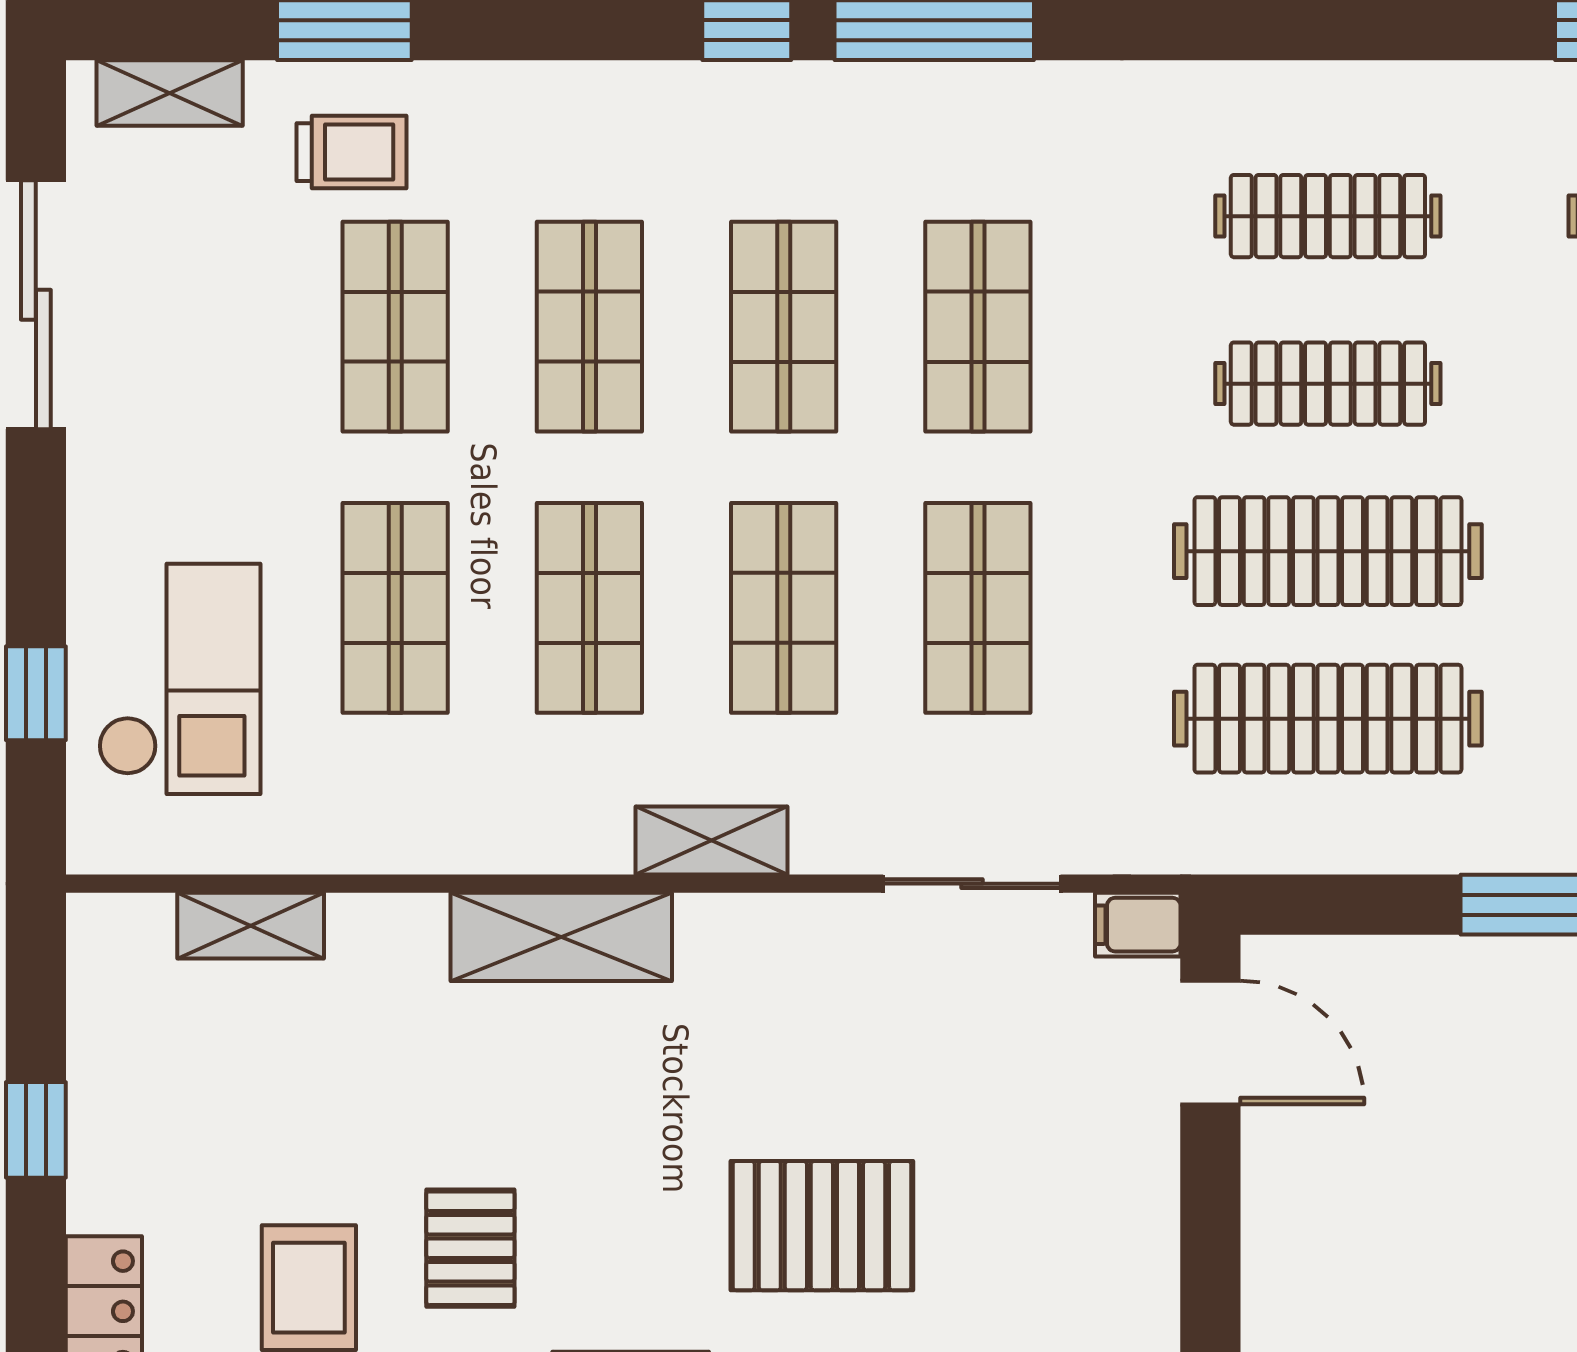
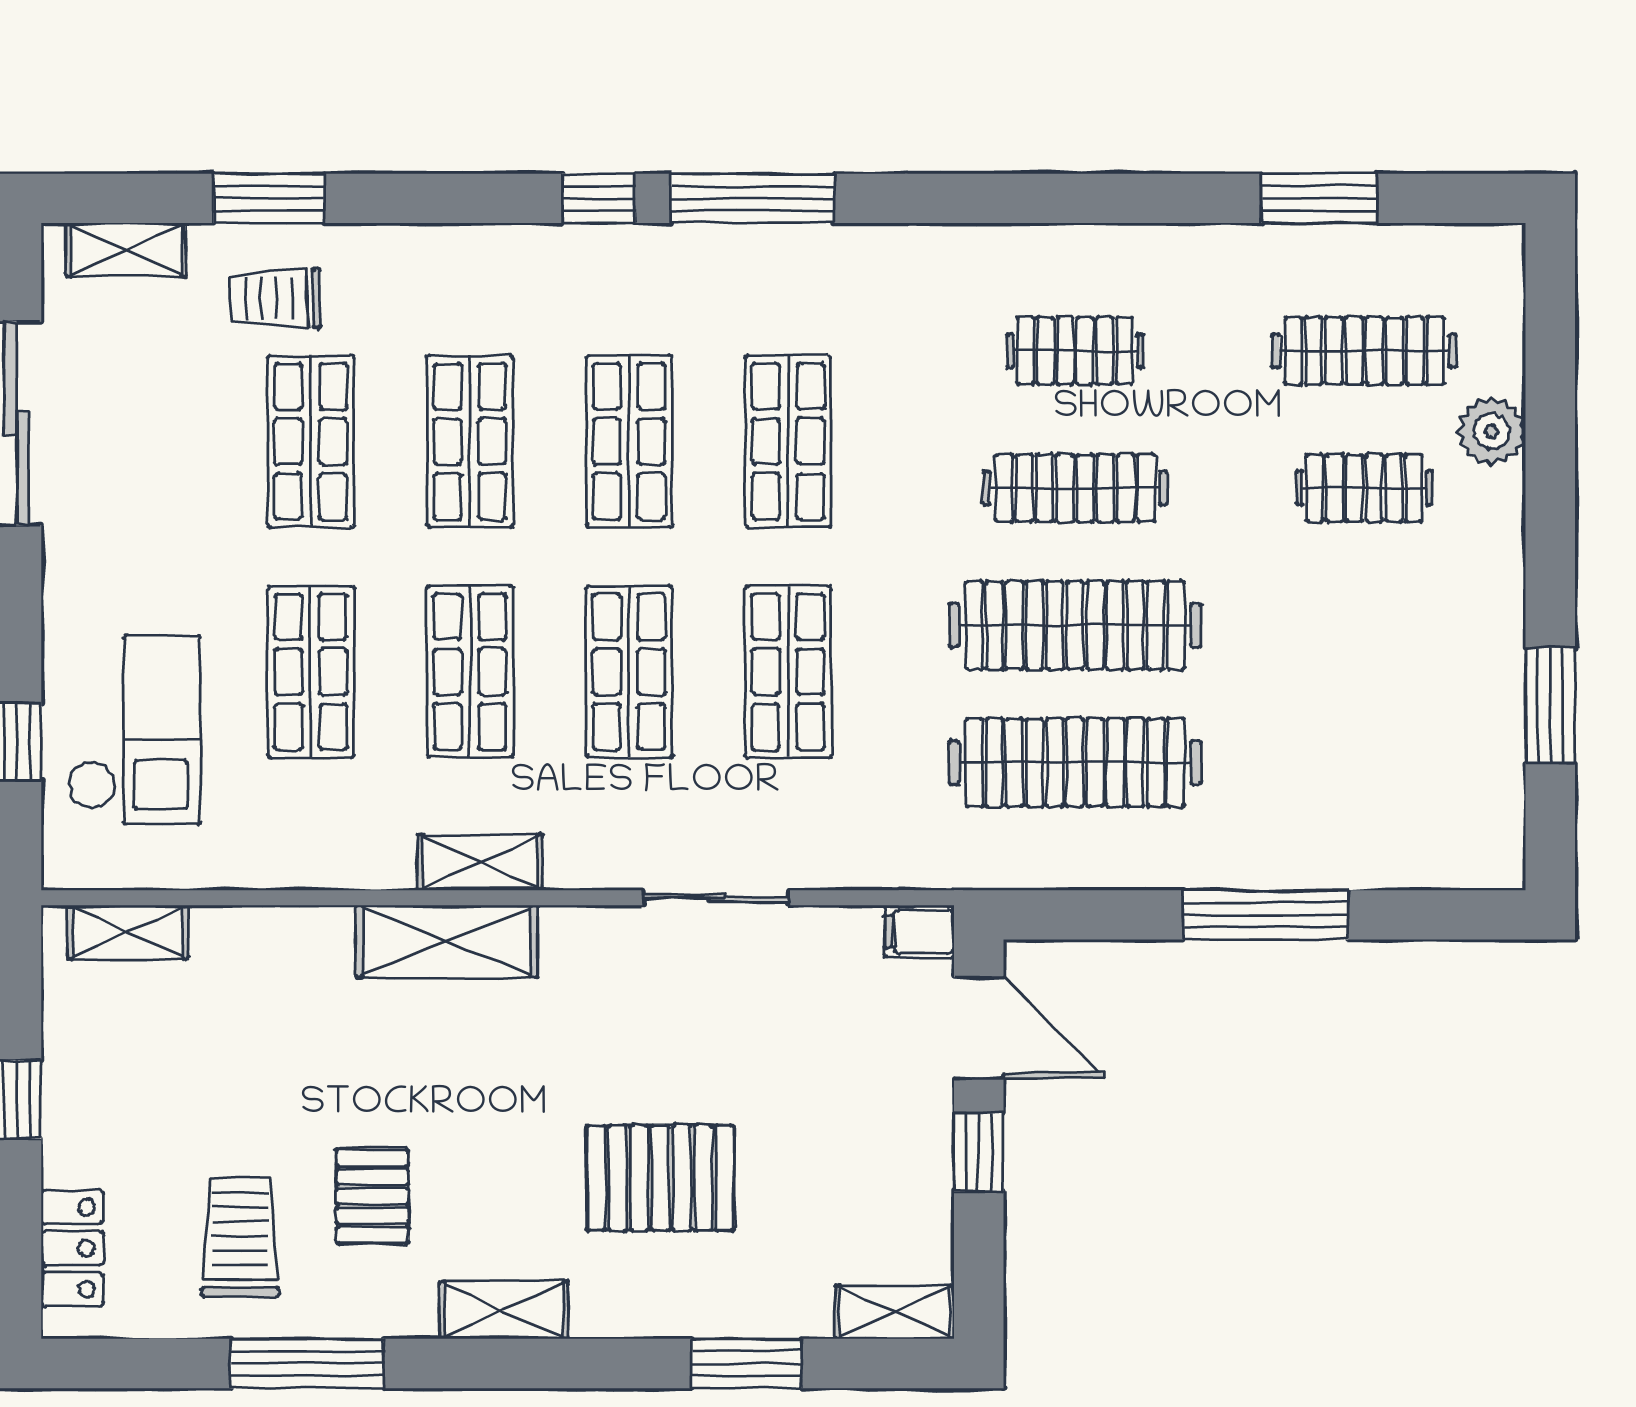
trolley: (351, 152) -> (275, 298), turned 180
clothes rail: (1328, 216) -> (1075, 351), width x0.73
shelving: (712, 840) -> (480, 862), moved
sliding door: (972, 884) -> (716, 898), moved
shelving: (251, 926) -> (127, 932), moved
window: (1210, 1194) -> (979, 1152), added

